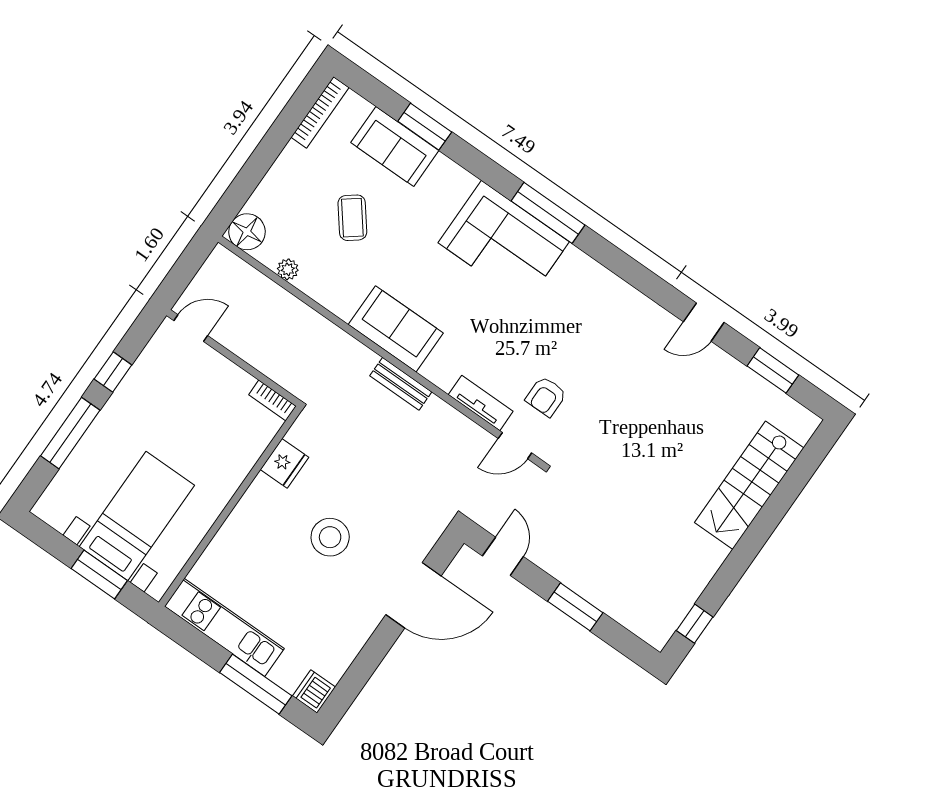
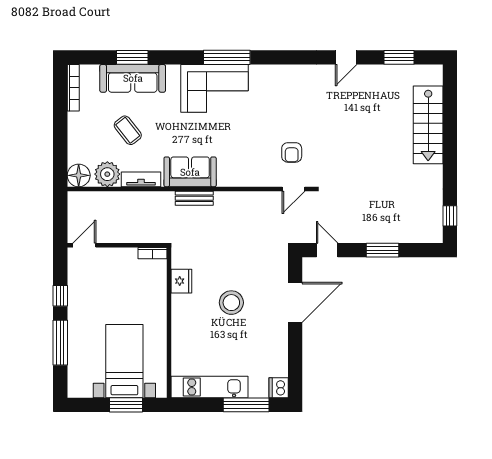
sofa: (395, 146) -> (133, 78), width x1.36
plant: (288, 269) -> (107, 174), width x1.87, depth x1.87
bench: (401, 384) -> (194, 198), moved
tv unit: (481, 403) -> (141, 179), moved

